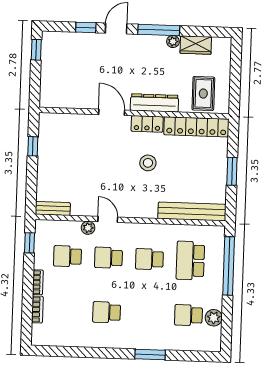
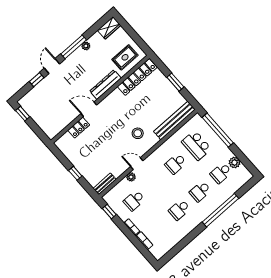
wardrobe: (196, 45) -> (109, 28), moved
rug: (203, 94) -> (125, 57), turned 90
locker: (147, 124) -> (79, 128), moved
window: (33, 146) -> (75, 173), moved
stool: (148, 163) -> (138, 133), moved
school desk: (108, 258) -> (200, 191), moved
window: (150, 354) -> (220, 210), width x2.11

